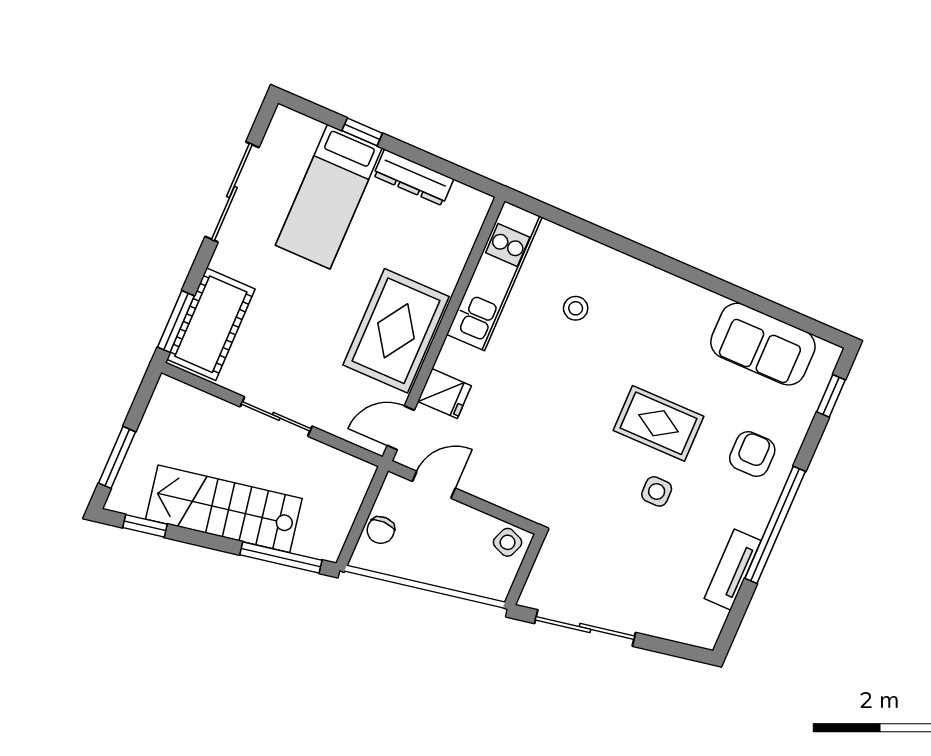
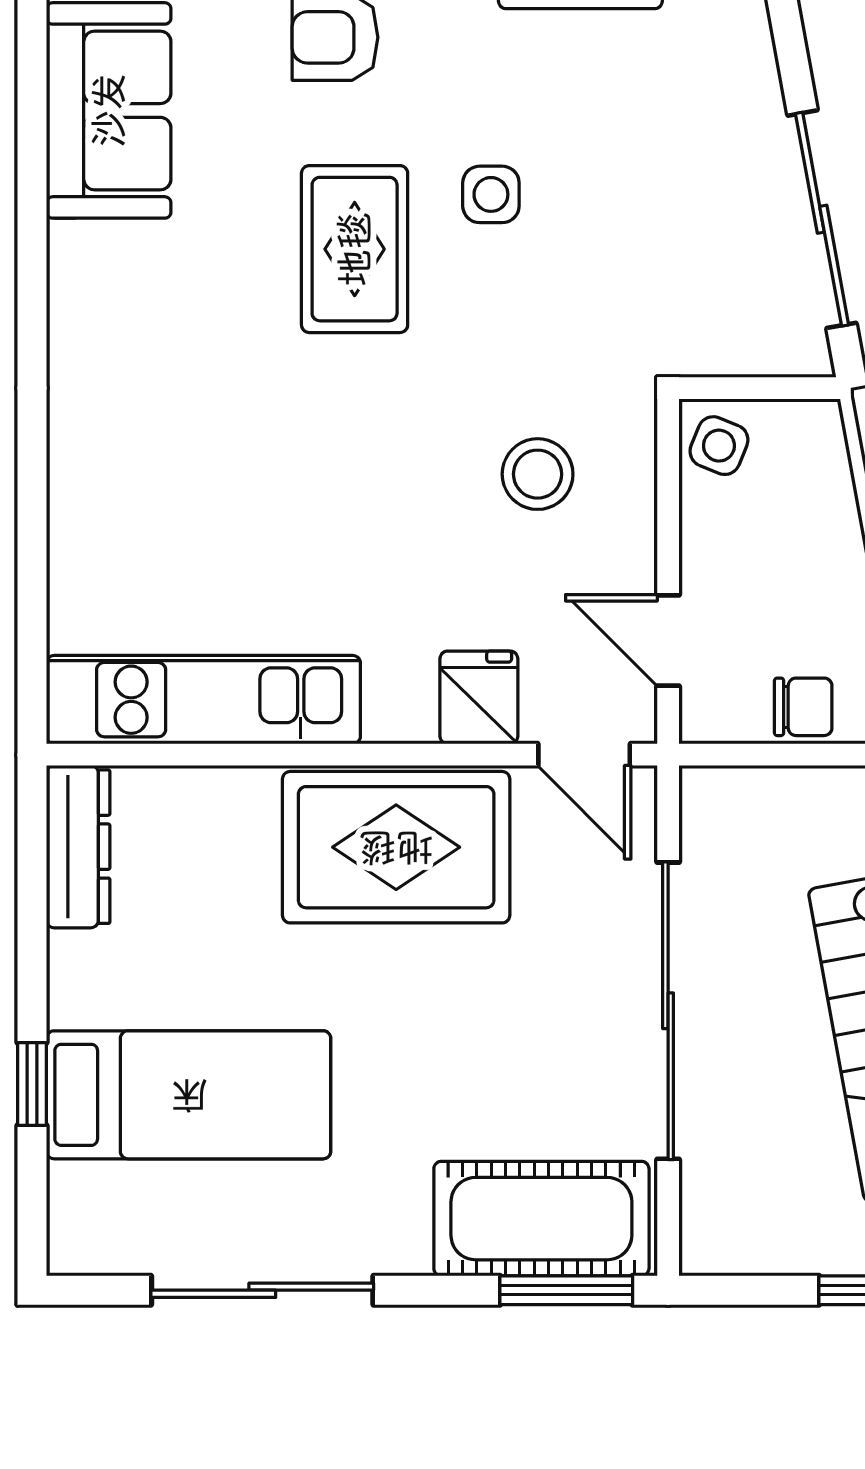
dresser: (413, 177) -> (78, 847), moved
stool: (576, 308) -> (538, 474), moved, width x1.37, depth x1.37
sliding door: (276, 416) -> (668, 1011), width x1.86

